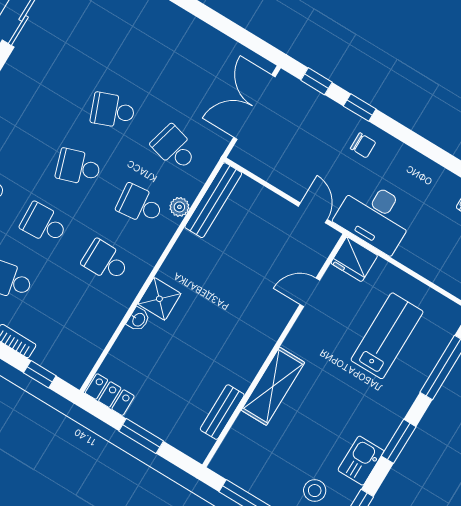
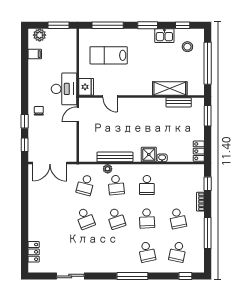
bench: (213, 200) -> (115, 157), moved
shelving: (273, 386) -> (170, 88), moved
window: (141, 436) -> (208, 116), moved

